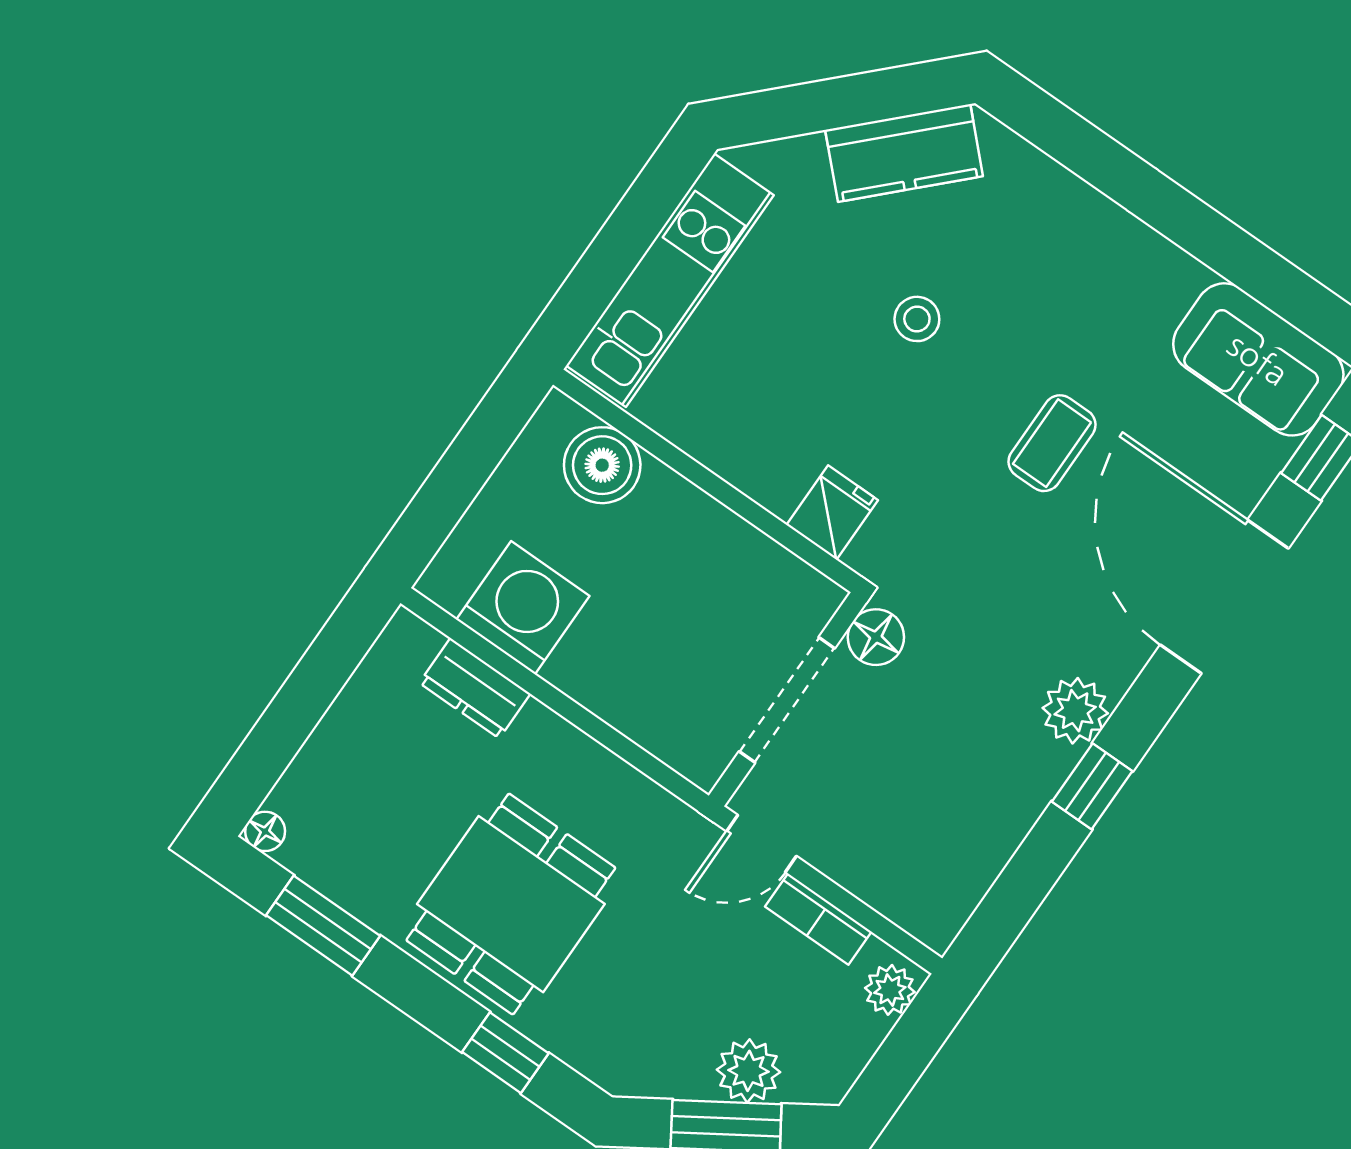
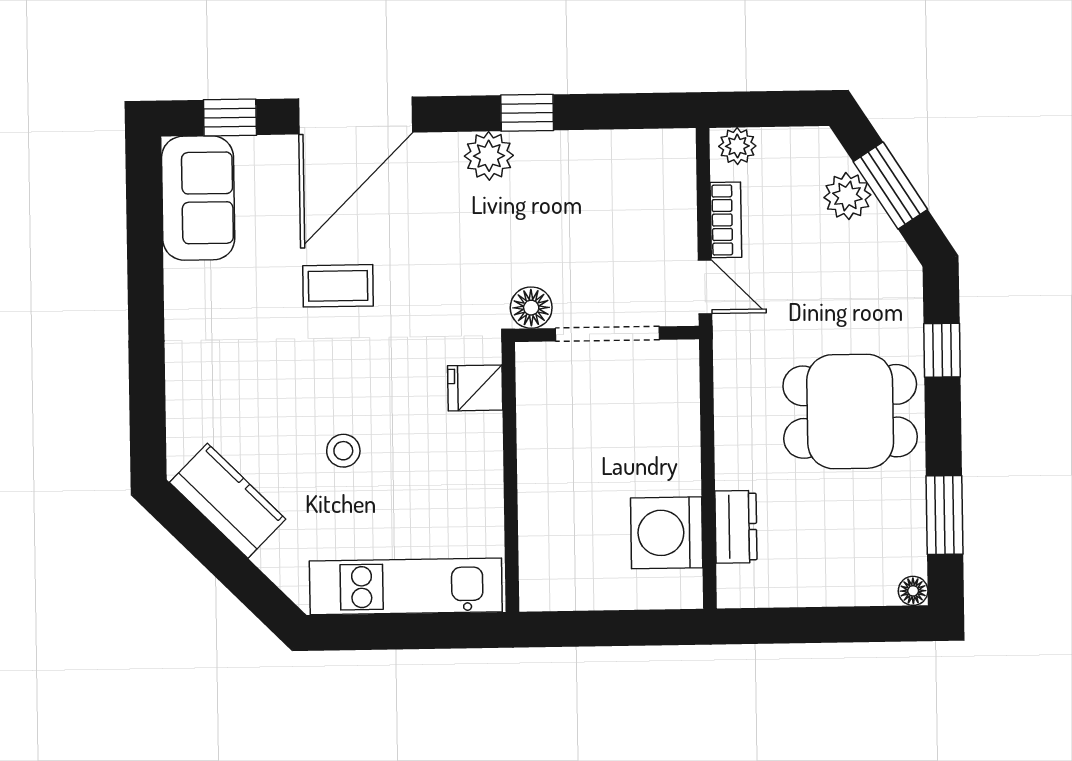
stool: (917, 319) -> (343, 451), moved
boiler: (602, 465) -> (546, 547), removed

